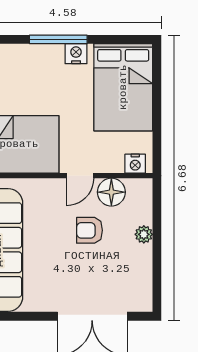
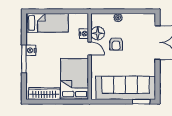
bed: (123, 87) -> (47, 23), width x0.67
nightstand: (135, 164) -> (84, 34), moved

